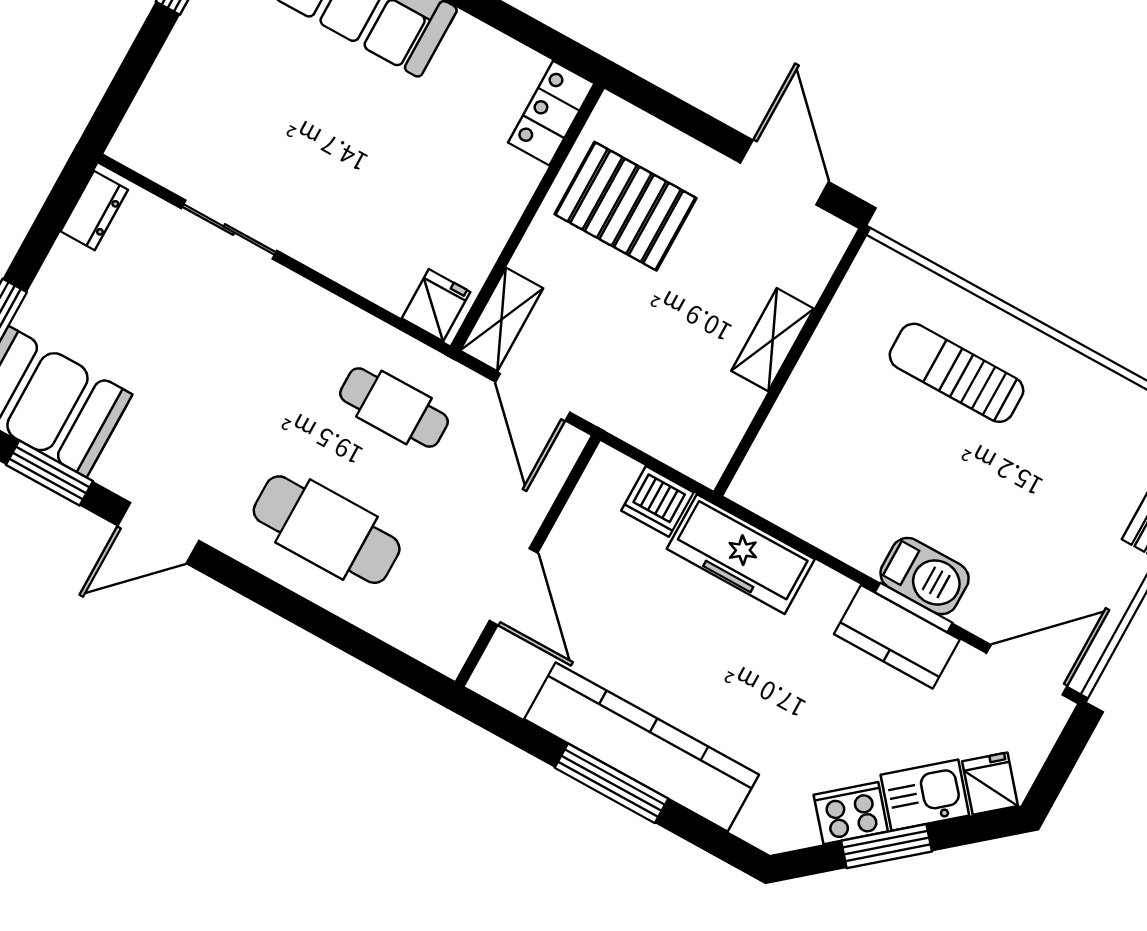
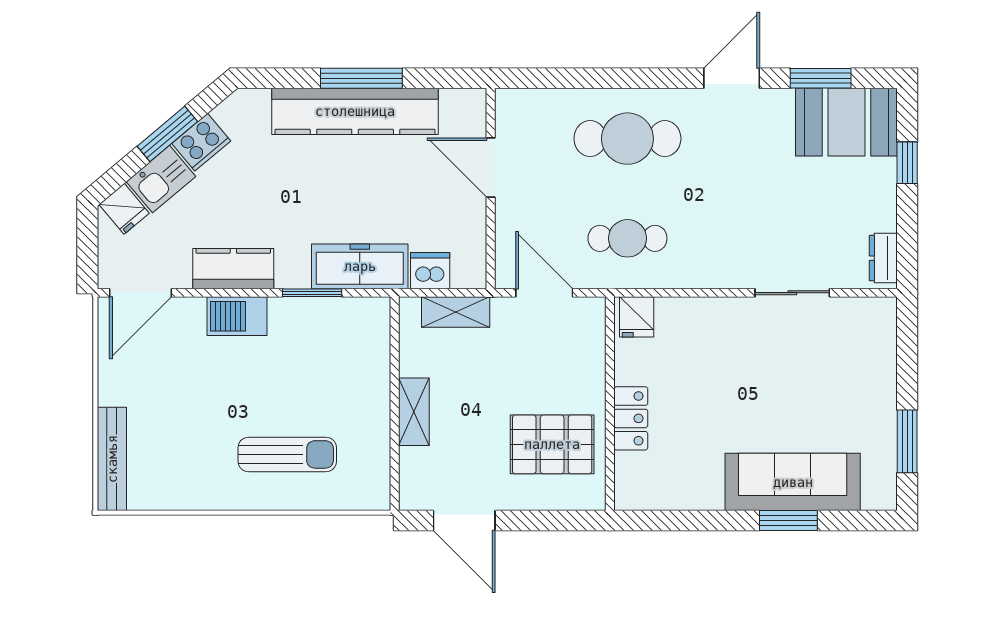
locker: (551, 113) -> (631, 418), moved
shelving: (502, 319) -> (456, 312), moved, turned 90
window: (914, 608) -> (312, 293), moved

